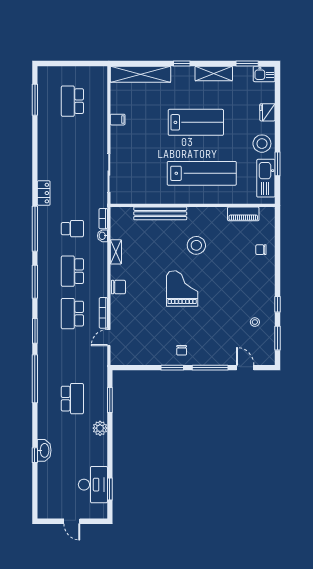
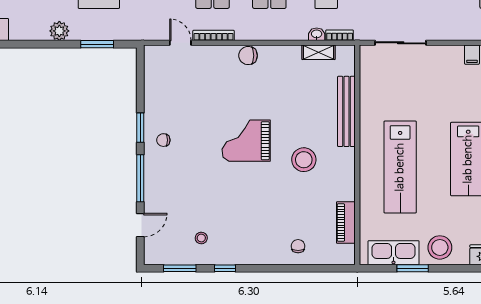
shelving: (116, 252) -> (318, 52), moved
chair: (118, 287) -> (248, 56), turned 90
grand piano: (182, 289) -> (246, 141), turned 180

